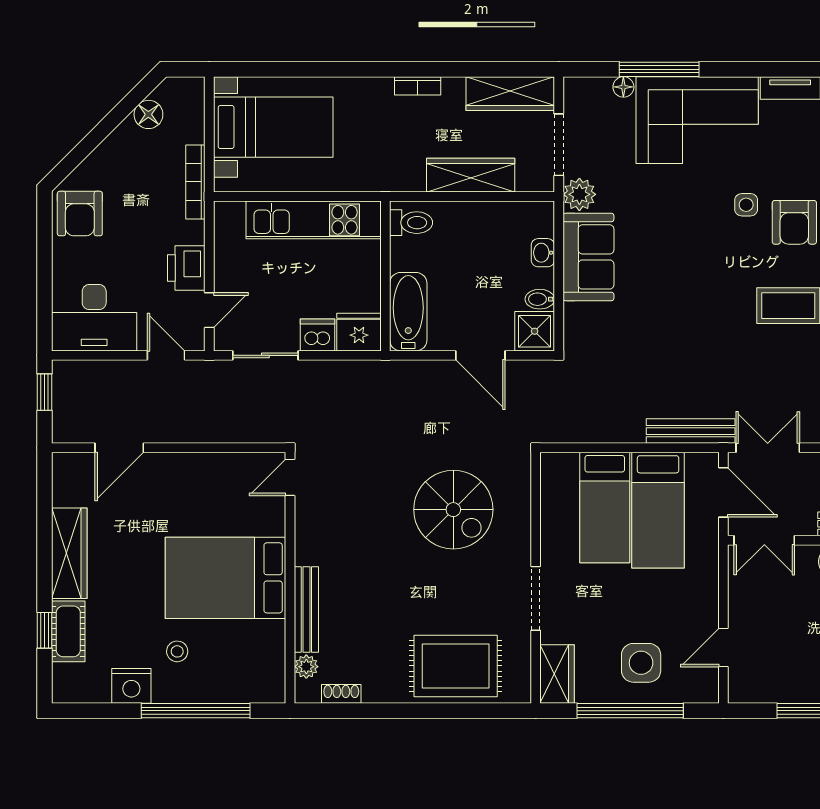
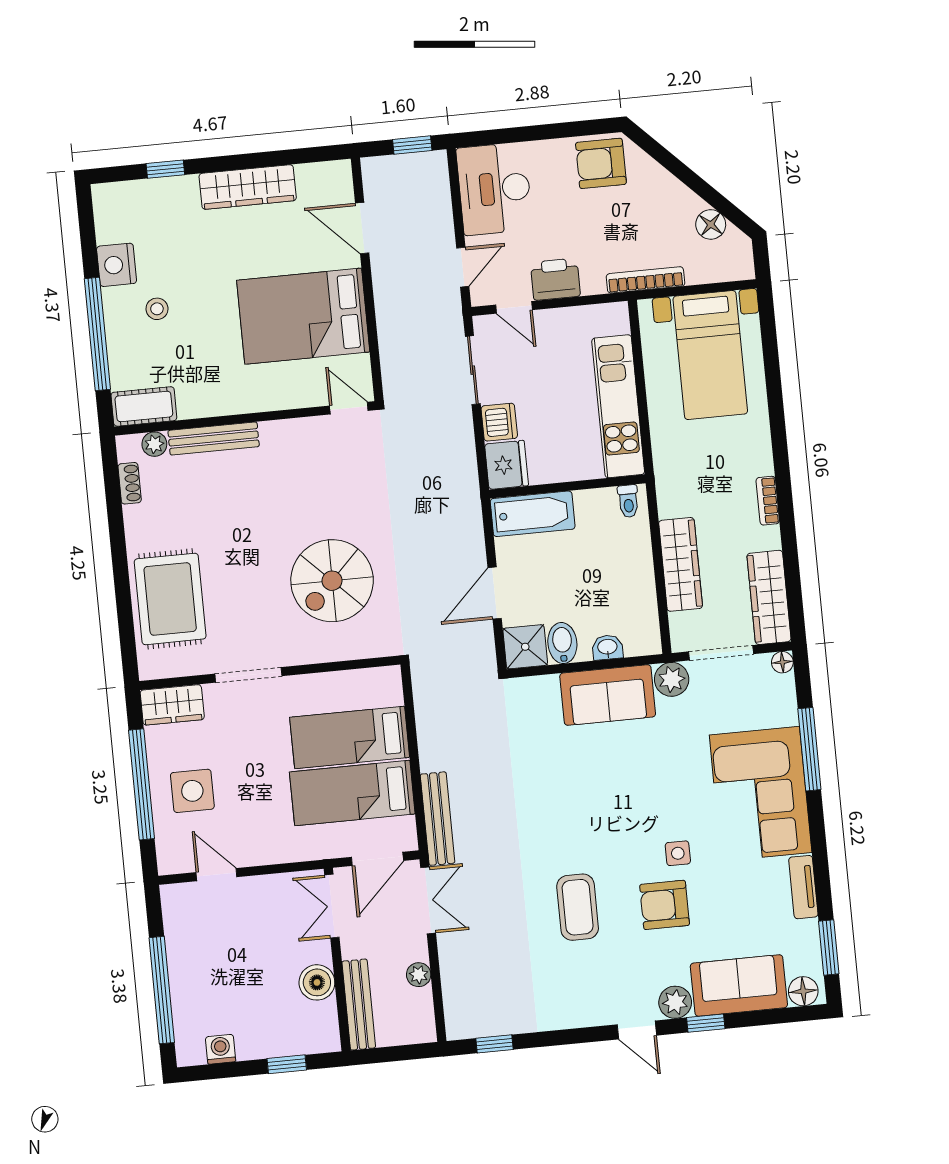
floor lamp: (623, 87) -> (782, 662), moved
toilet: (411, 223) -> (628, 501), width x0.73, depth x0.72
bidet: (540, 299) -> (562, 643), width x1.38, depth x1.36
bed: (226, 578) -> (303, 316), moved, turned -90
cot: (68, 631) -> (144, 406), moved

